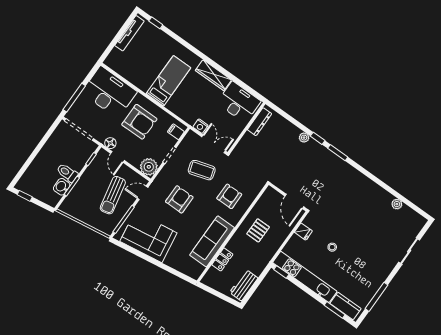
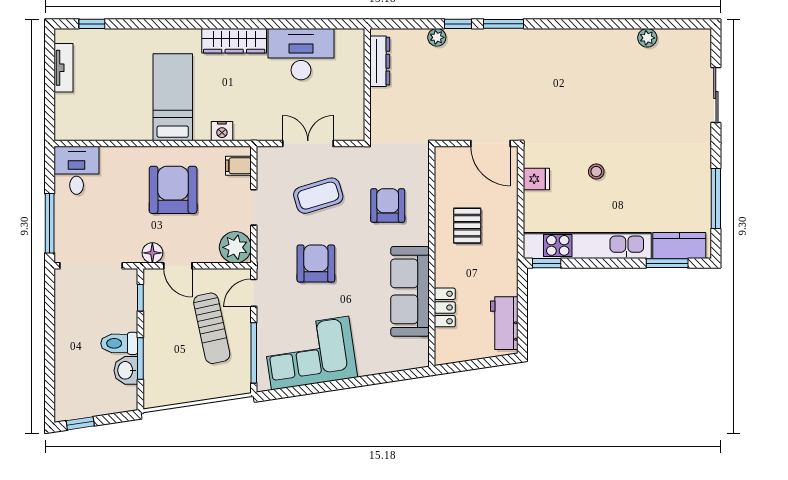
tv unit: (129, 33) -> (63, 68), width x0.71
desk: (109, 92) -> (77, 170), width x0.53, depth x0.77
armchair: (139, 122) -> (173, 190), turned -90
dresser: (260, 122) -> (380, 61), moved
nightstand: (200, 126) -> (222, 131), moved
wall: (247, 128) -> (367, 85), moved

